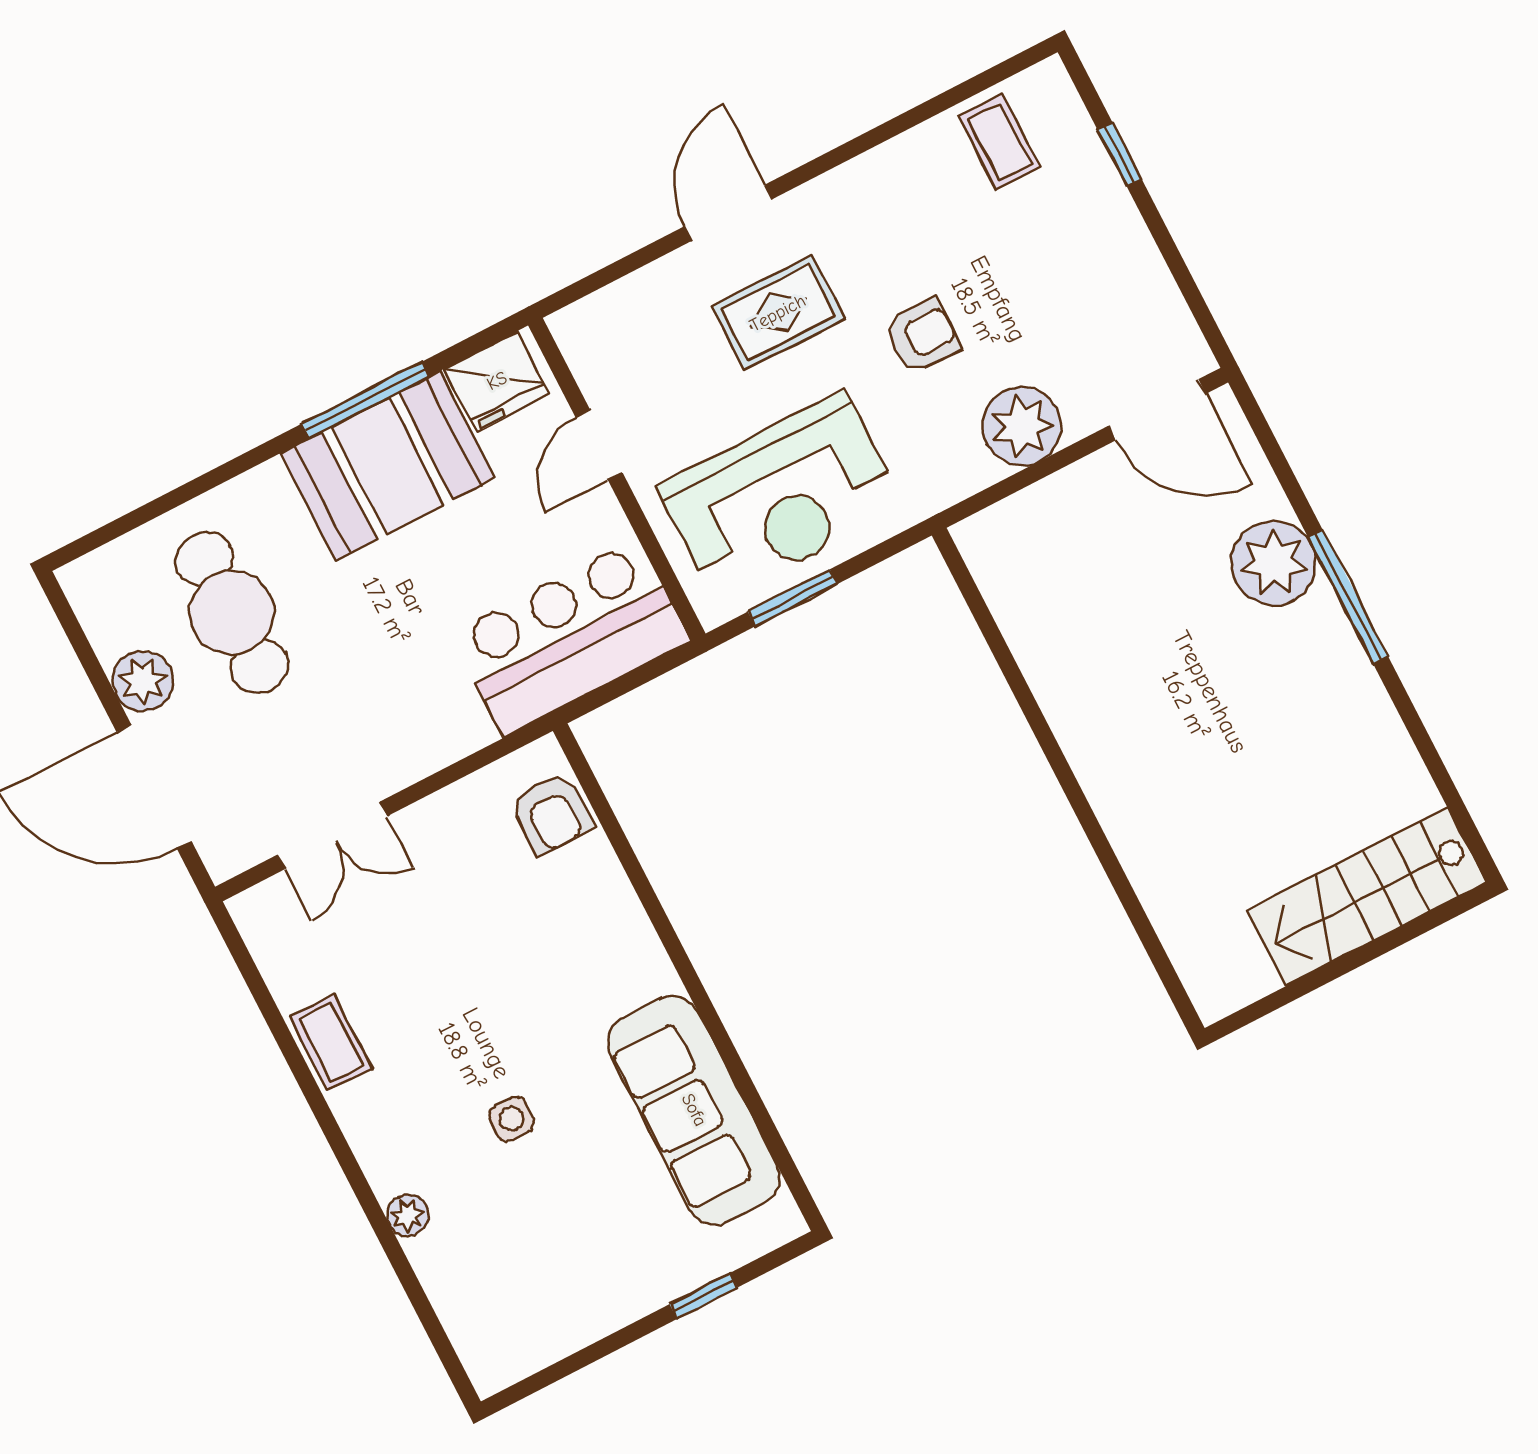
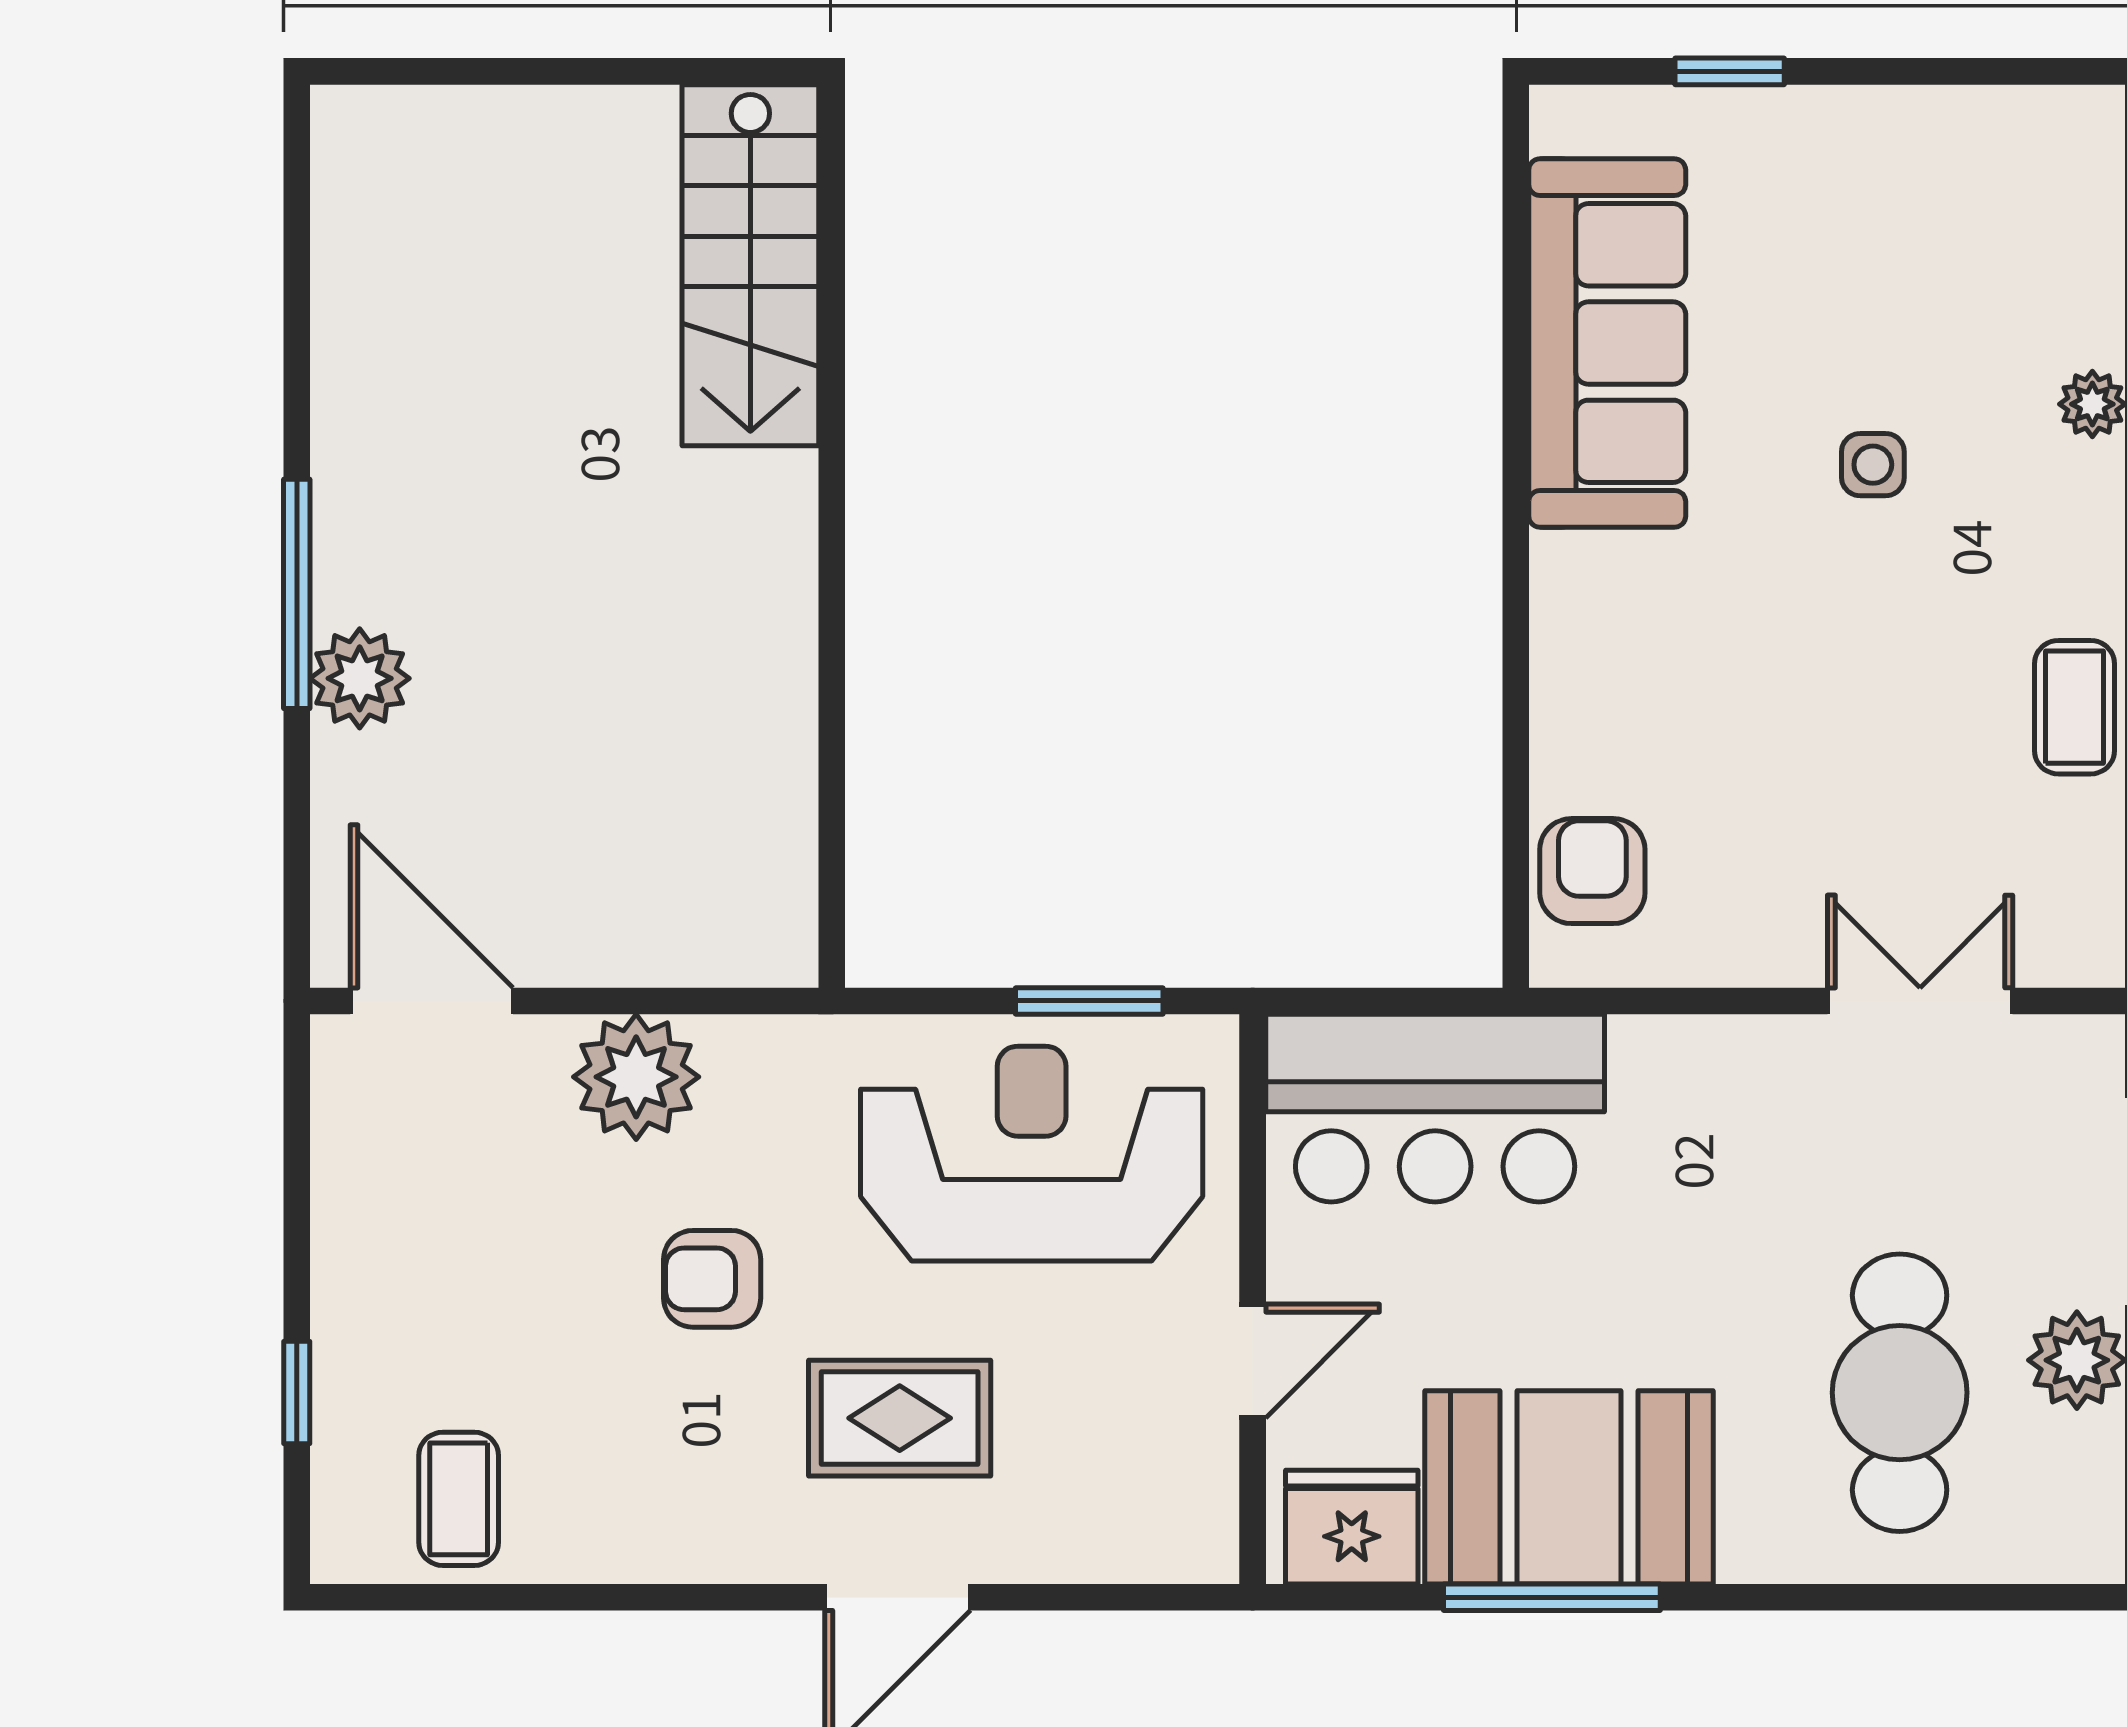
plant: (1274, 563) -> (360, 678), width x0.73, depth x0.73
stairs: (1367, 897) -> (750, 265), moved, turned 90

